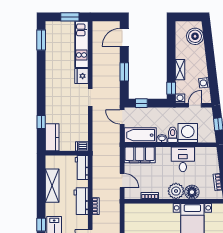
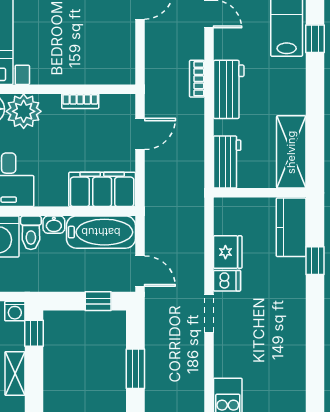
fridge: (81, 76) -> (228, 252), moved
dishwasher: (82, 146) -> (227, 281), moved
door: (122, 181) -> (140, 134), swing flipped
shelving: (52, 186) -> (291, 152), moved

